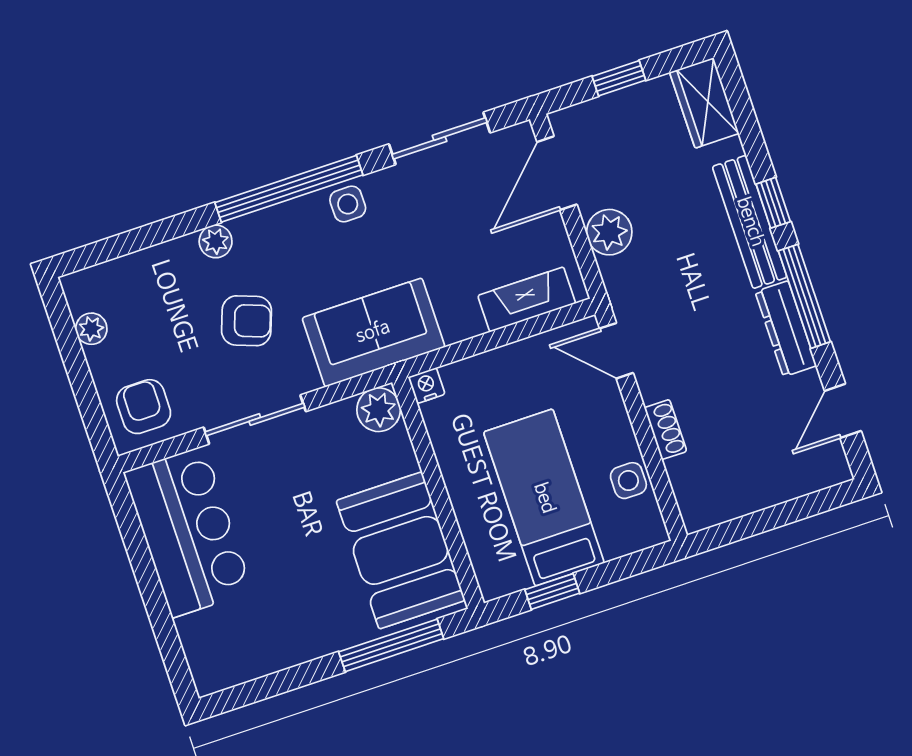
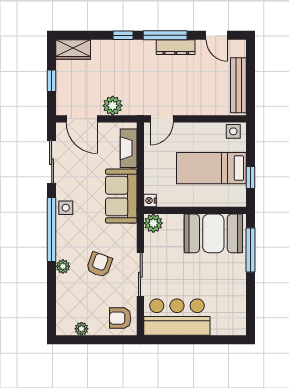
bench: (750, 222) -> (238, 85), moved, turned 90
sofa: (373, 332) -> (121, 196), moved
shoe rack: (666, 430) -> (200, 110), removed
side table: (628, 481) -> (233, 131), moved

